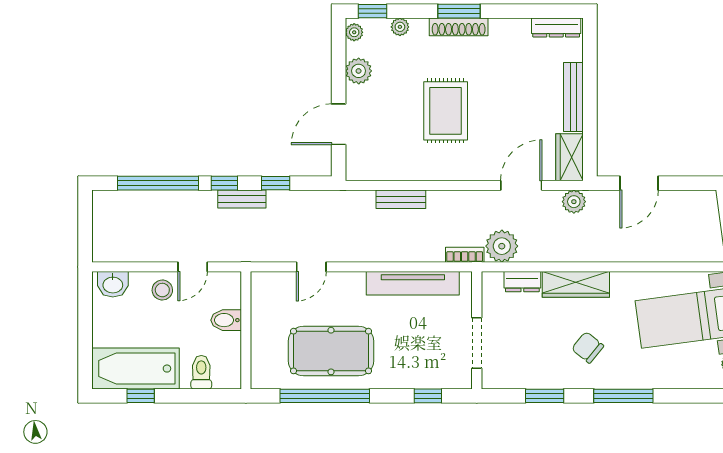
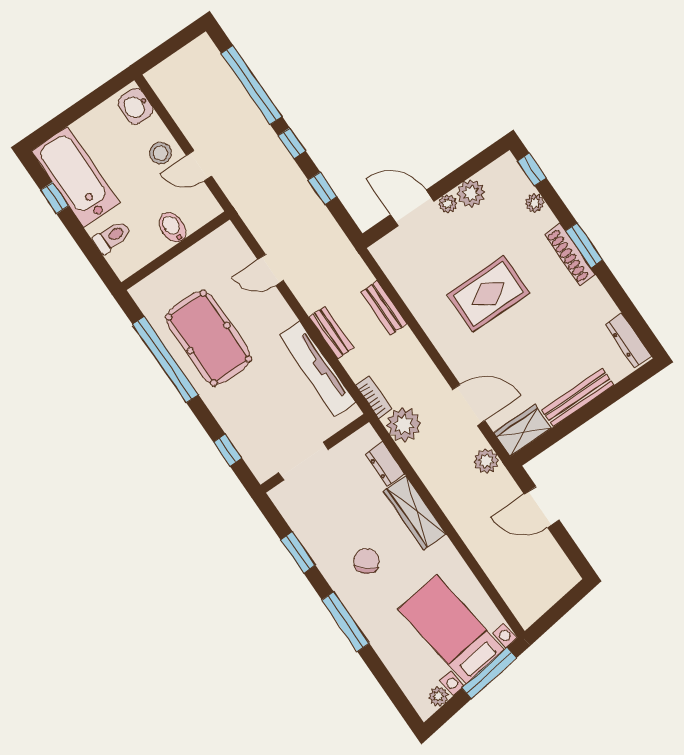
plant: (354, 32) -> (448, 204), moved
bench: (242, 199) -> (331, 333), moved

